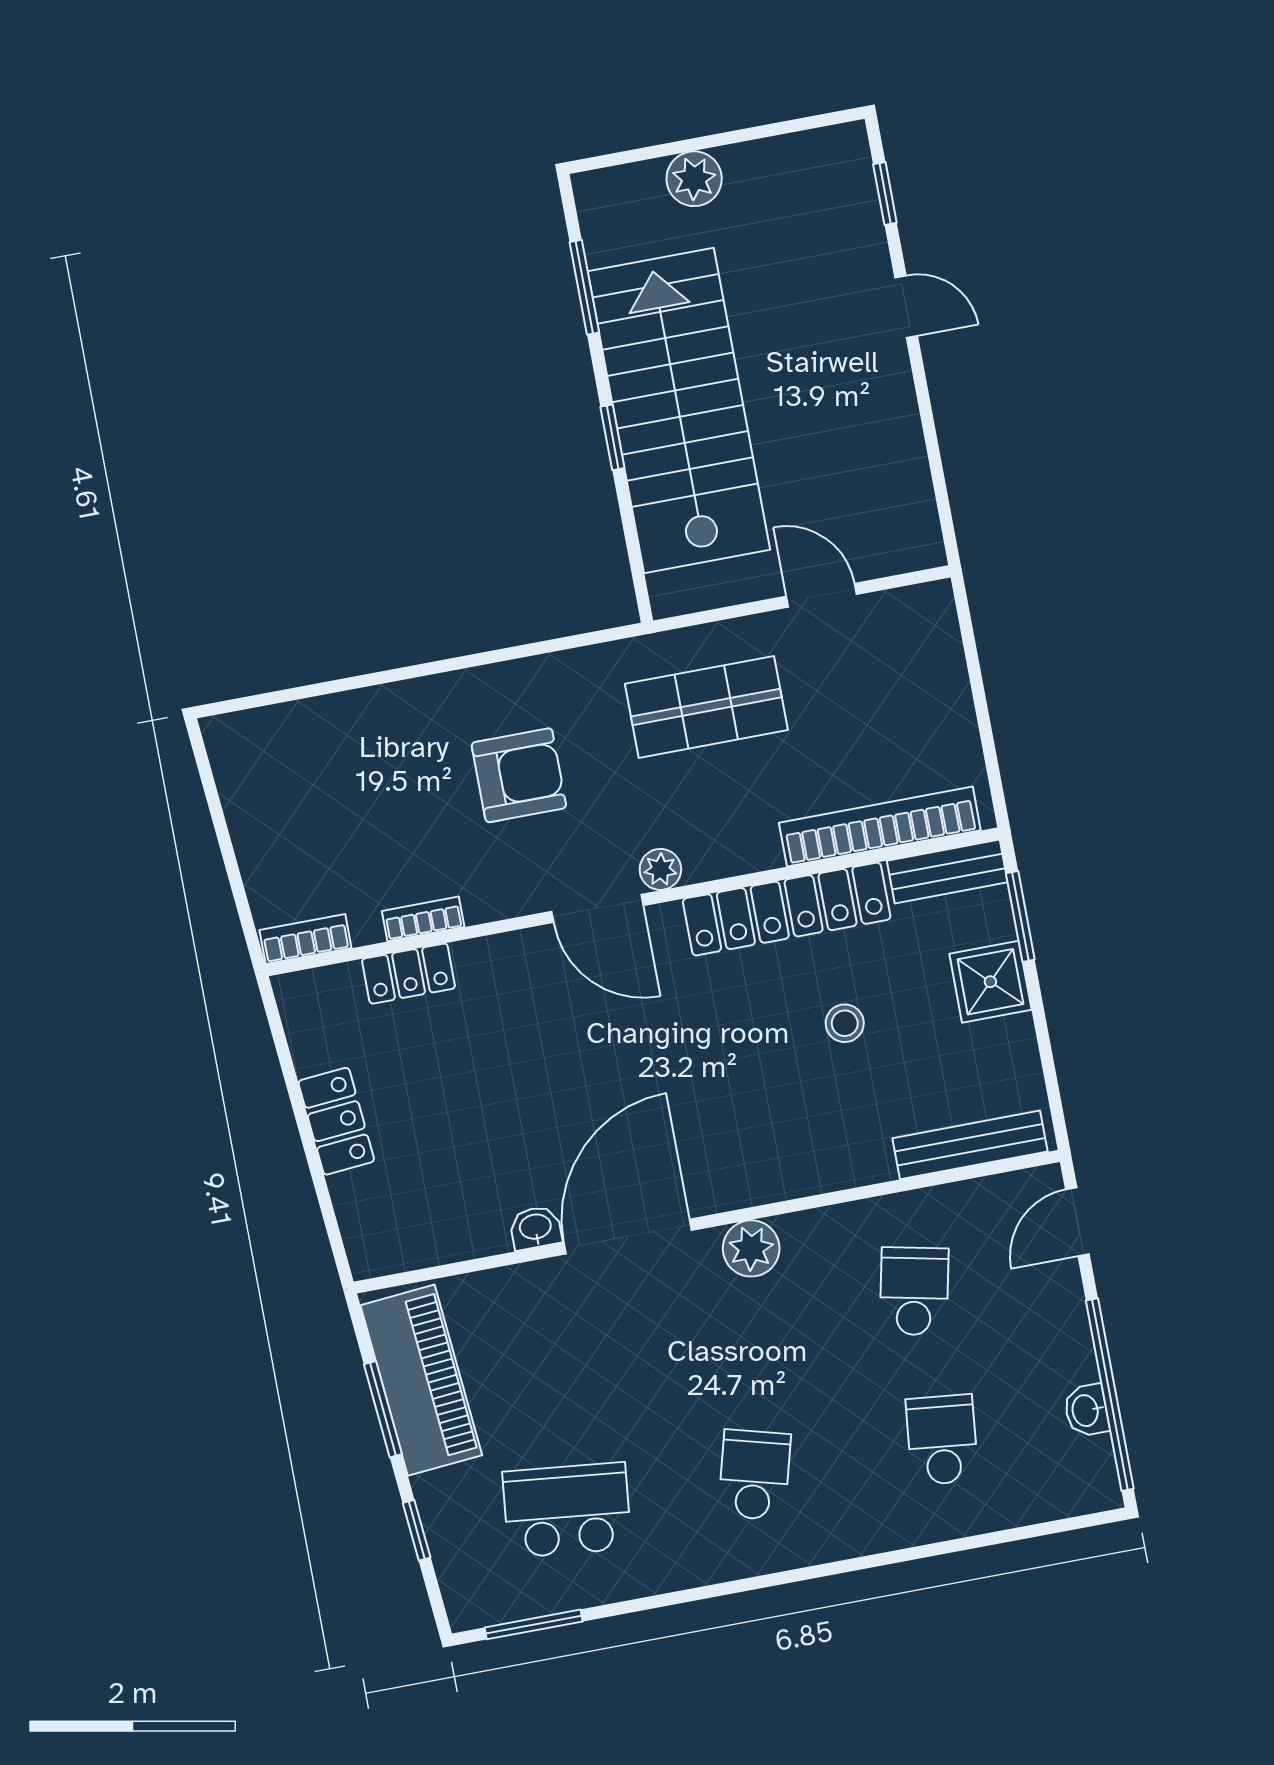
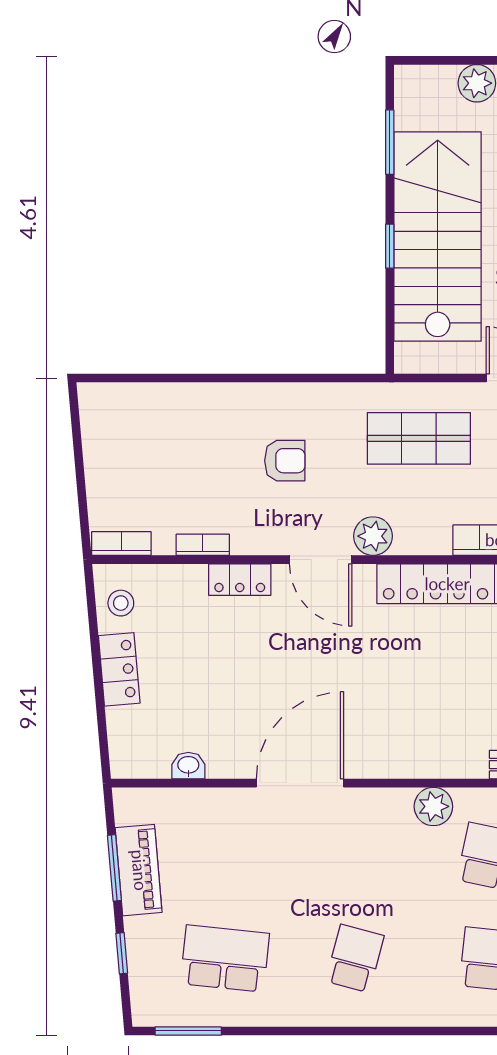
armchair: (519, 775) -> (285, 461), width x0.72, depth x0.72
plant: (660, 869) -> (373, 536), width x1.38, depth x1.38
locker: (409, 974) -> (240, 580), moved
stool: (845, 1023) -> (121, 603), moved
washbasin: (535, 1228) -> (188, 766), moved
plant: (751, 1248) -> (433, 806), moved
piano: (421, 1380) -> (139, 870), width x0.73, depth x0.75

